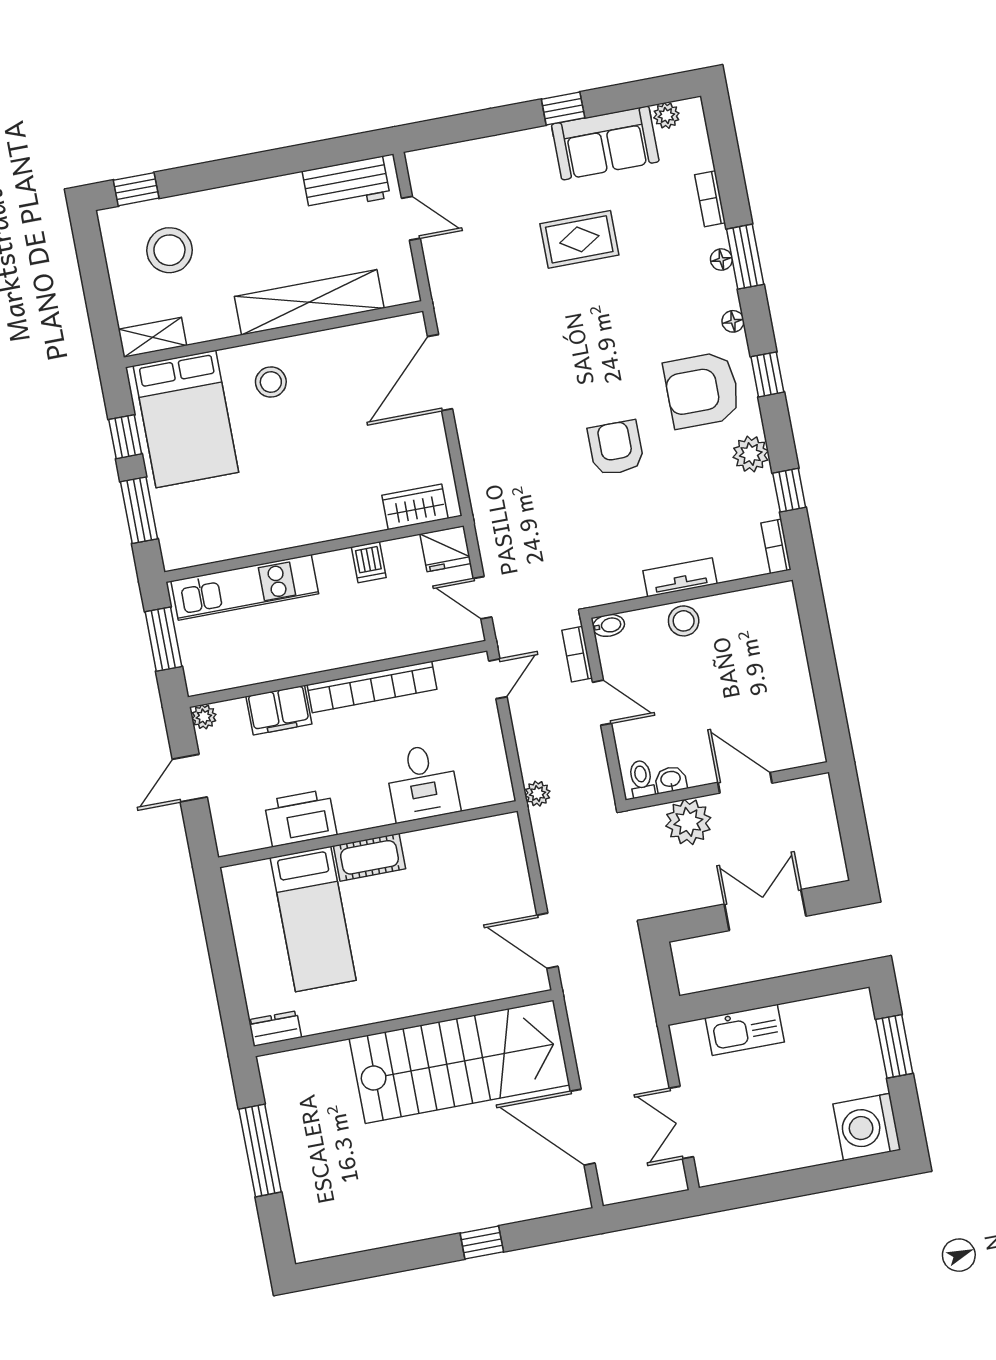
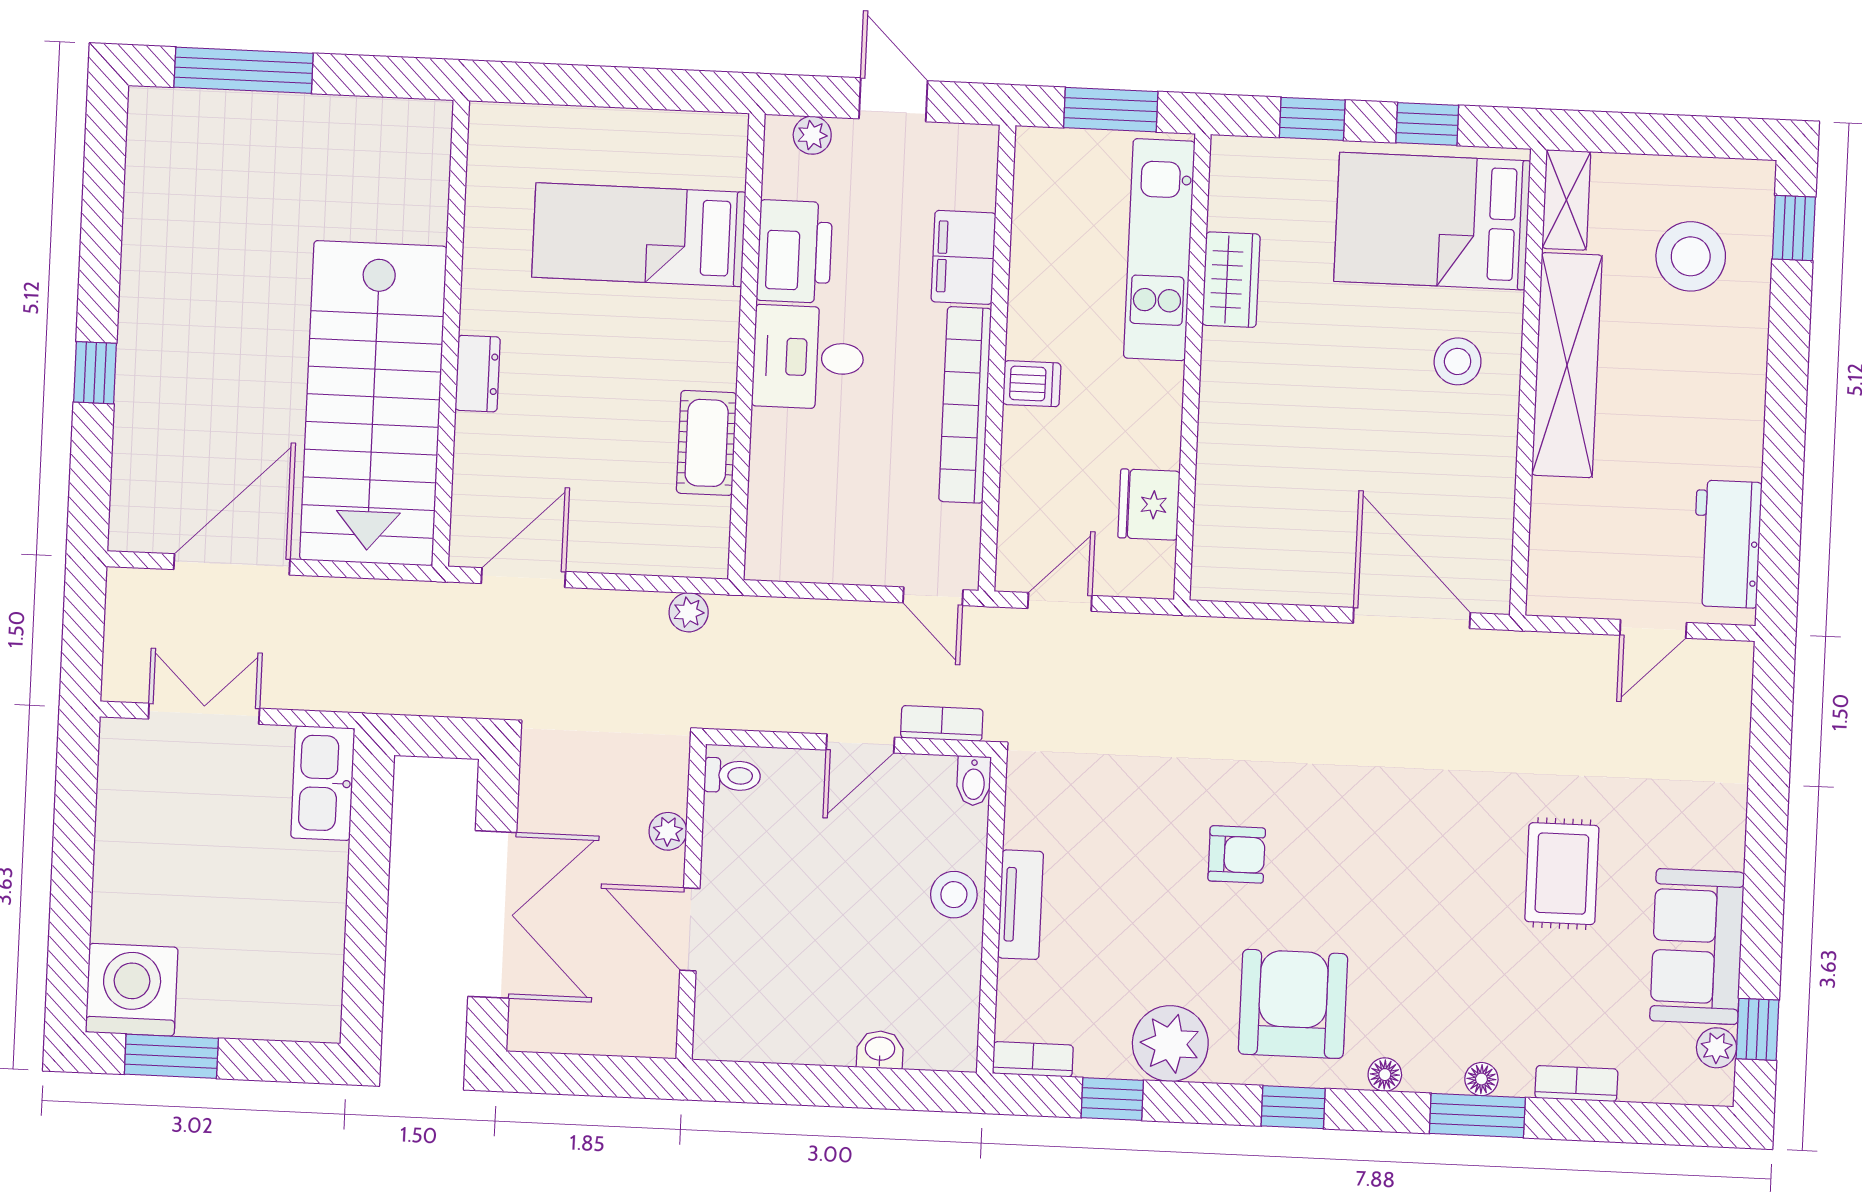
window: (563, 108) -> (1757, 1029), moved
shelving: (309, 302) -> (1567, 365), moved
armchair: (616, 448) -> (1237, 854), width x0.72, depth x0.72
plant: (751, 454) -> (1170, 1044), width x1.36, depth x1.36
wardrobe: (415, 507) -> (1231, 280), moved
window: (139, 510) -> (1312, 119), width x0.67
fridge: (445, 549) -> (1149, 505), moved
dishwasher: (369, 562) -> (1032, 384), moved, turned 180
plant: (204, 717) -> (812, 135), moved
washbasin: (671, 780) -> (880, 1050), moved, turned -90
desk: (422, 783) -> (808, 357), moved
door: (745, 783) -> (690, 929), swing flipped
plant: (538, 794) -> (689, 612), moved
plant: (688, 822) -> (668, 831), width x0.53, depth x0.53
cot: (370, 857) -> (707, 443), moved
double door: (765, 910) -> (492, 914), width x1.37
dresser: (275, 1029) -> (478, 374), moved
kitchen sink: (745, 1030) -> (323, 783), moved
window: (894, 1046) -> (171, 1056), moved
window: (260, 1151) -> (244, 70), moved

